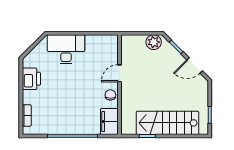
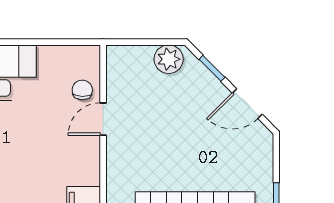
chair: (110, 95) -> (82, 90), moved

